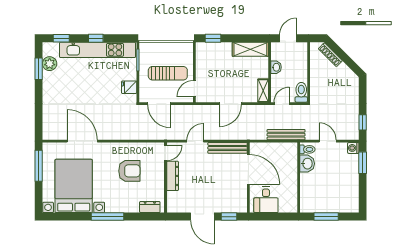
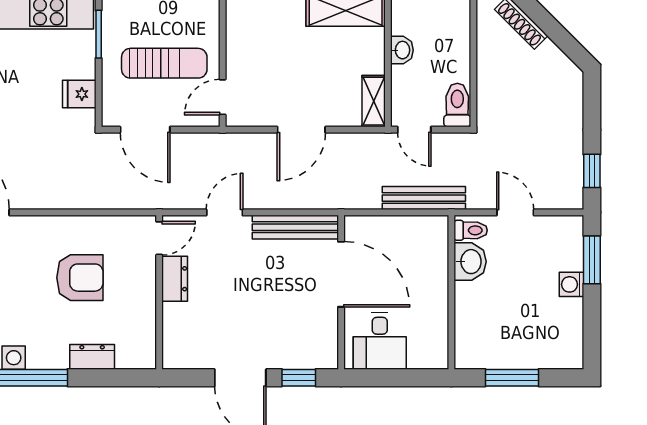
door: (282, 104) -> (414, 130), swing flipped
washing machine: (353, 148) -> (571, 284), moved
dresser: (173, 176) -> (175, 279), width x0.70
dresser: (150, 207) -> (92, 357), moved

